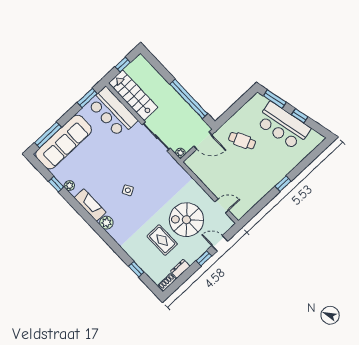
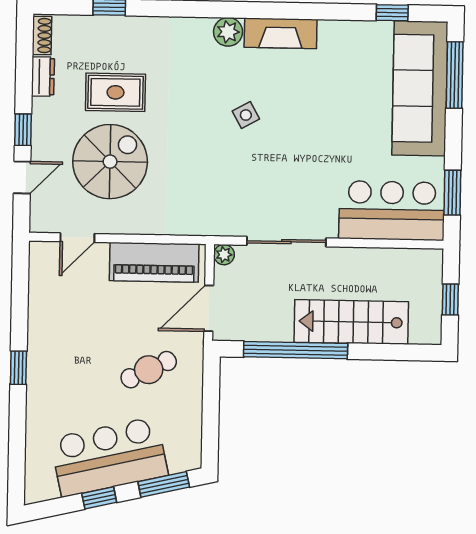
stairs: (133, 95) -> (351, 322), moved, turned 180
piano: (205, 173) -> (154, 262), added
window: (56, 184) -> (392, 13), moved
plant: (69, 186) -> (343, 31), removed

